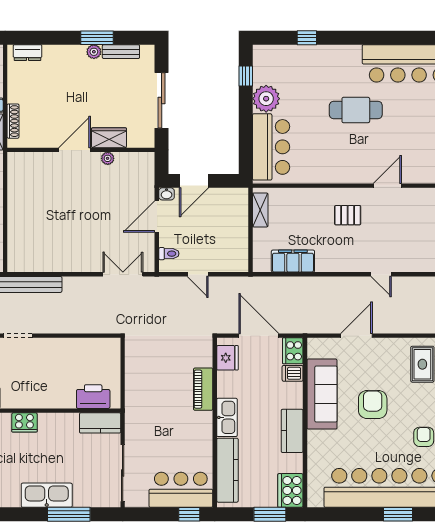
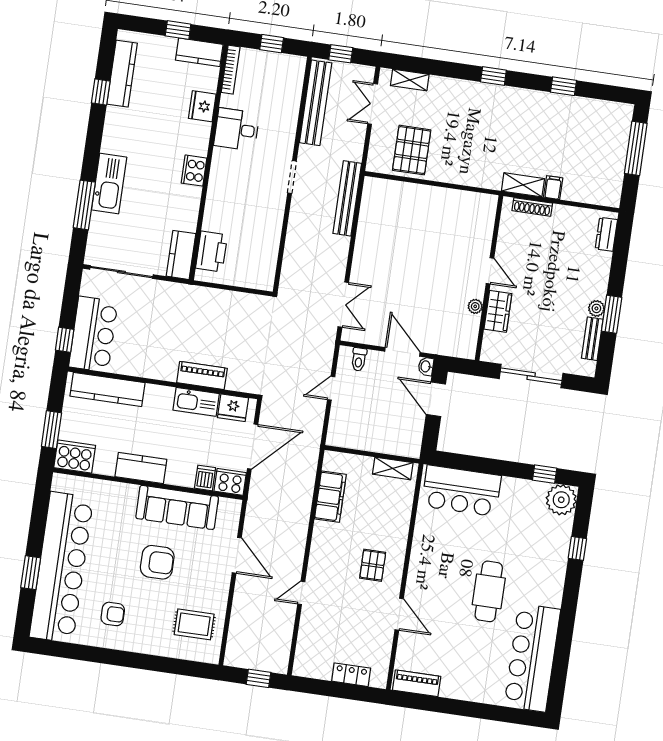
plant: (266, 99) -> (561, 500), moved
door: (75, 150) -> (490, 271), width x0.73
kitchen sink: (227, 417) -> (196, 402), moved

